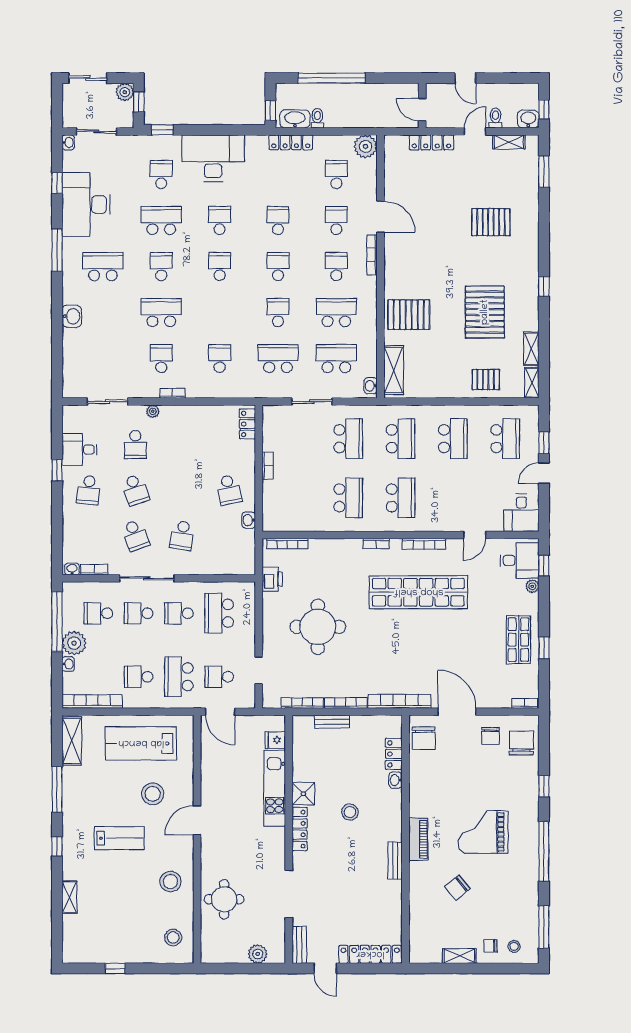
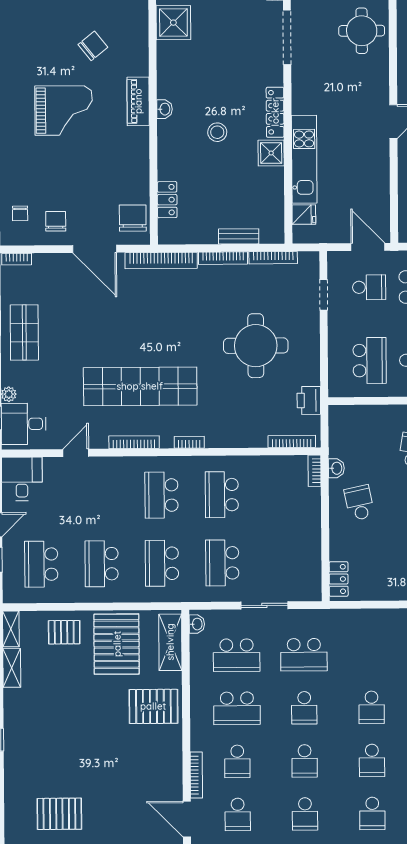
pallet: (485, 312) -> (117, 644), moved
school desk: (220, 359) -> (372, 707), moved
bookcase: (268, 466) -> (315, 471), moved
chair: (521, 743) -> (20, 213), width x0.54, depth x0.54
washbasin: (396, 780) -> (164, 109), moved
bench: (395, 861) -> (165, 77), removed
shower: (387, 907) -> (173, 23), added

